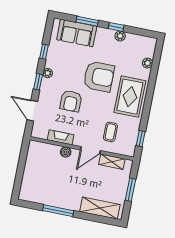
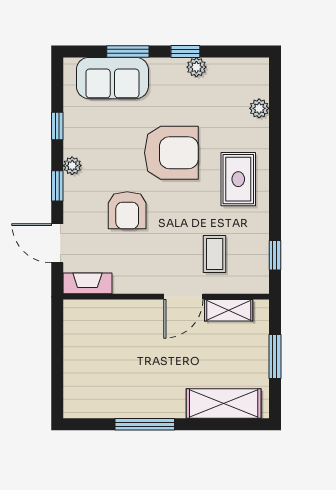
rug: (130, 97) -> (238, 179), width x0.73, depth x0.70
fireplace: (61, 137) -> (87, 283), moved
boiler: (66, 152) -> (137, 310), removed

